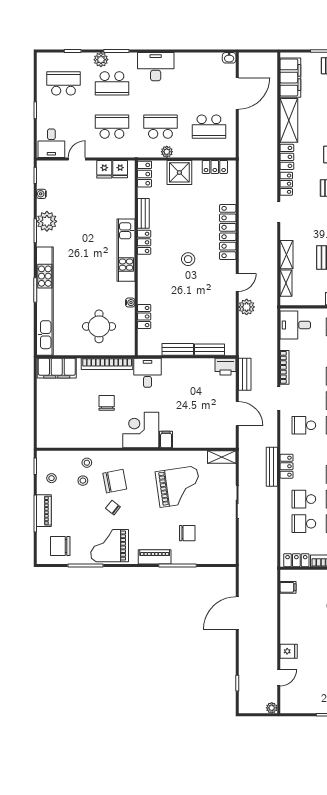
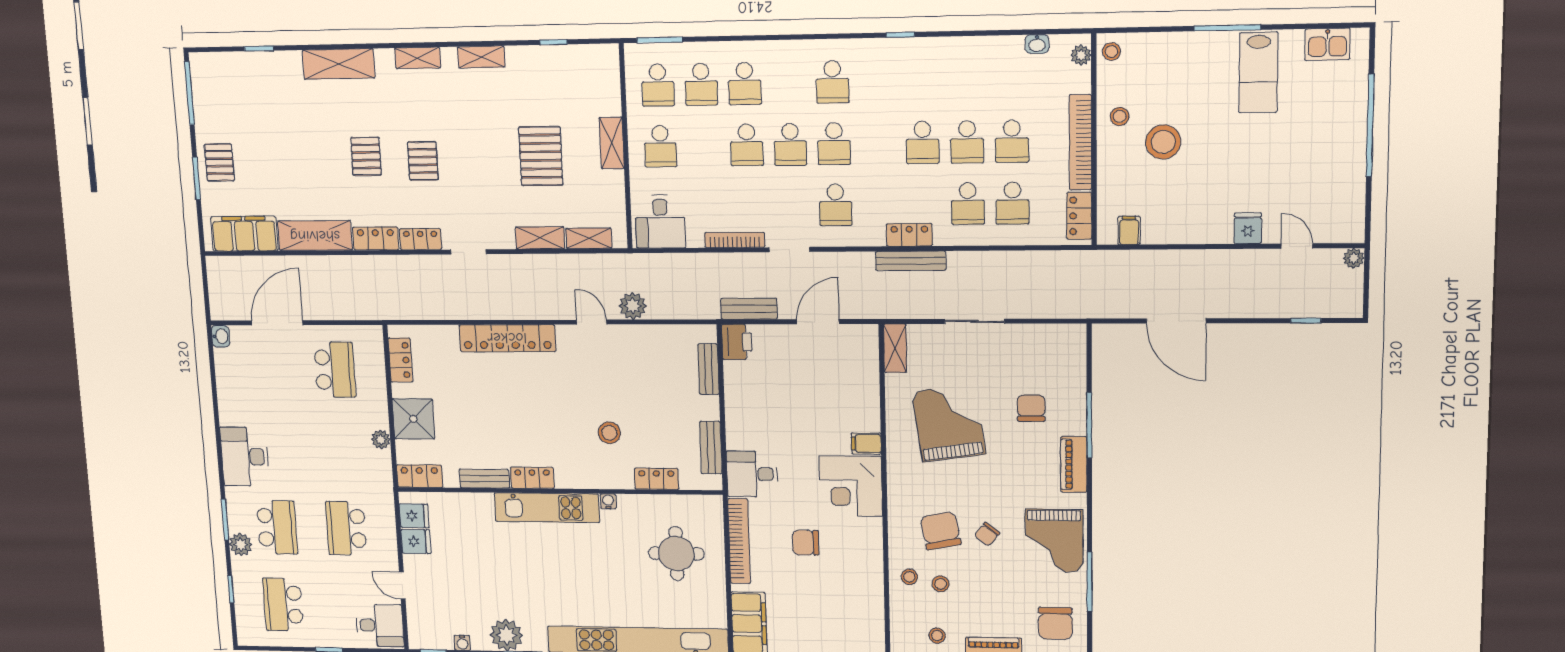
door: (237, 93) -> (277, 323), hinge flipped
school desk: (160, 127) -> (341, 450), removed
stool: (188, 259) -> (609, 433), moved
water cooler: (130, 303) -> (608, 501), moved
bench: (178, 349) -> (711, 448), moved

